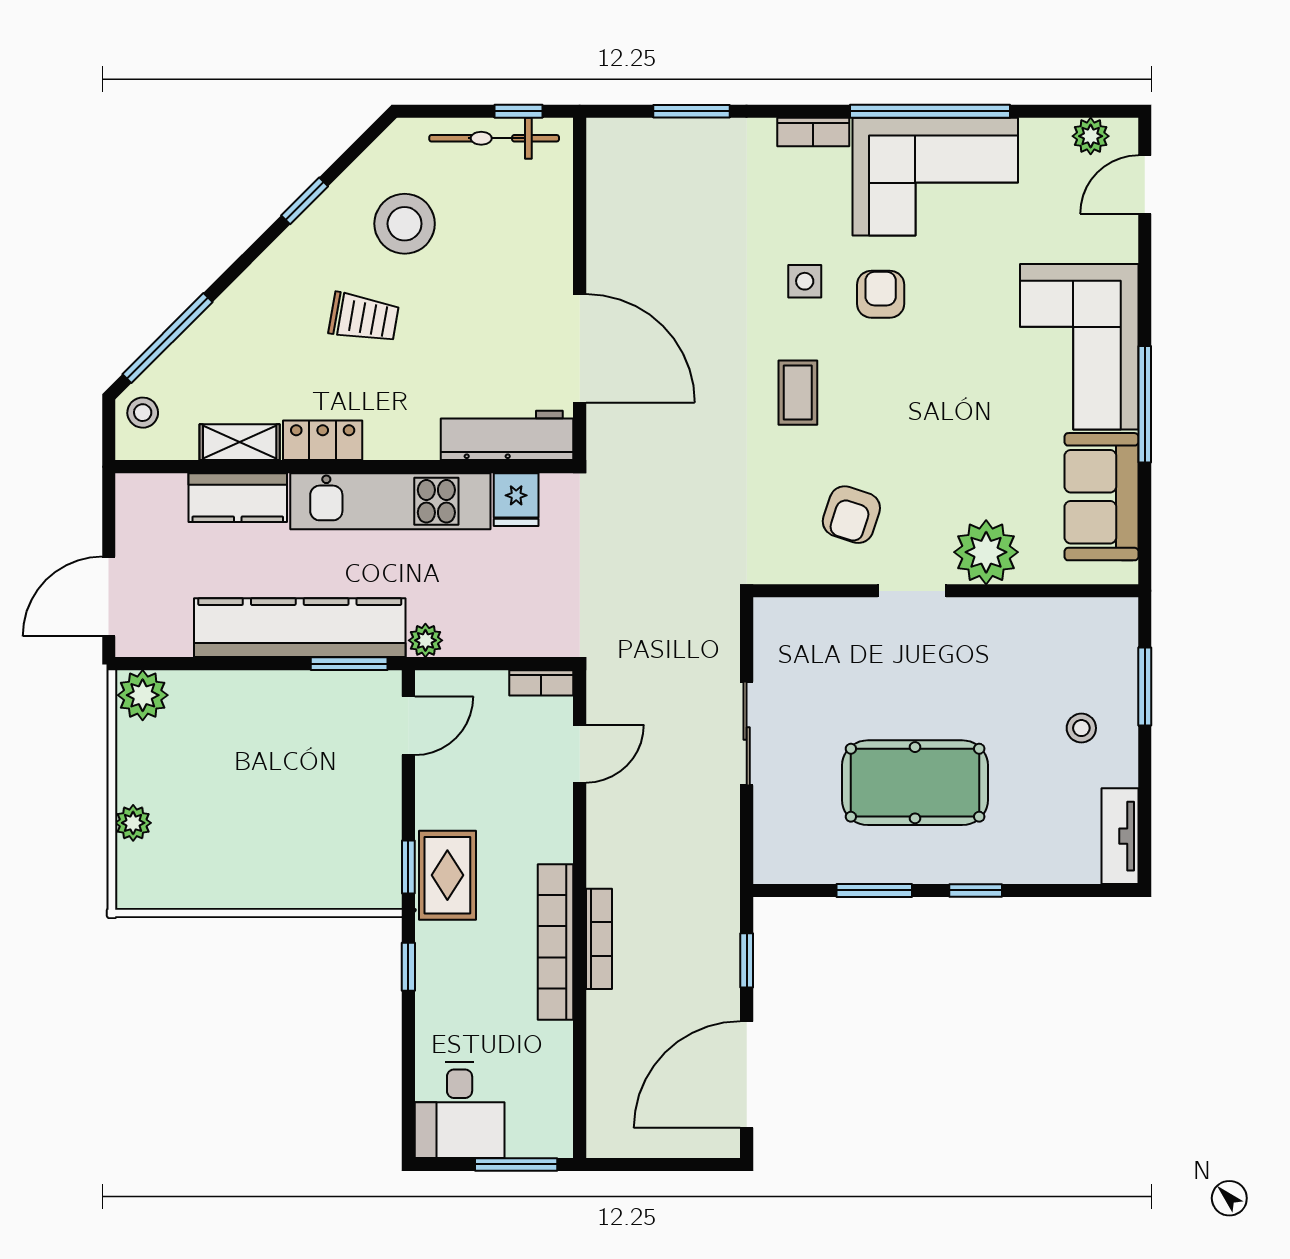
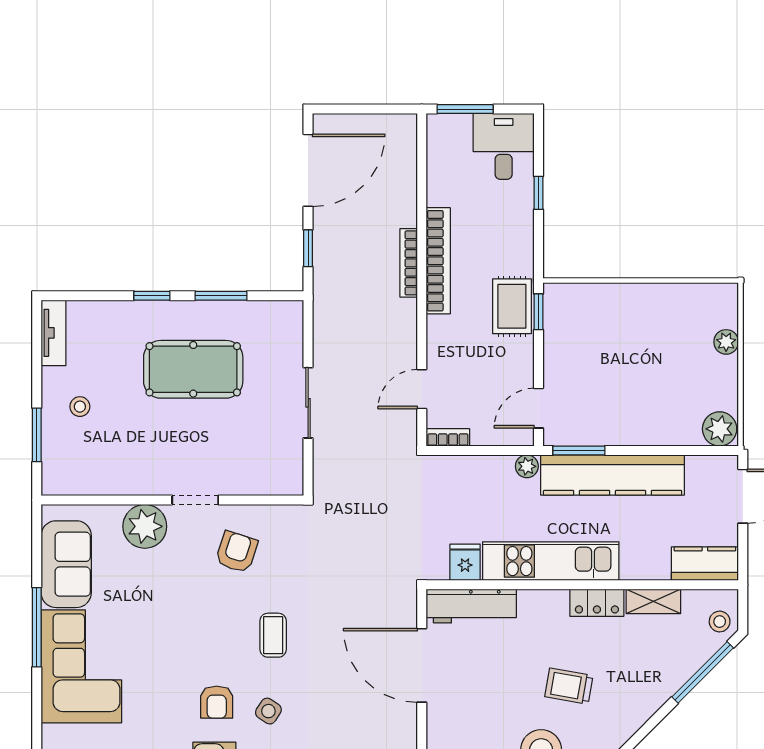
side table: (805, 281) -> (268, 711), turned 33
kitchen counter: (238, 498) -> (705, 564), moved
window: (408, 967) -> (539, 193), moved

